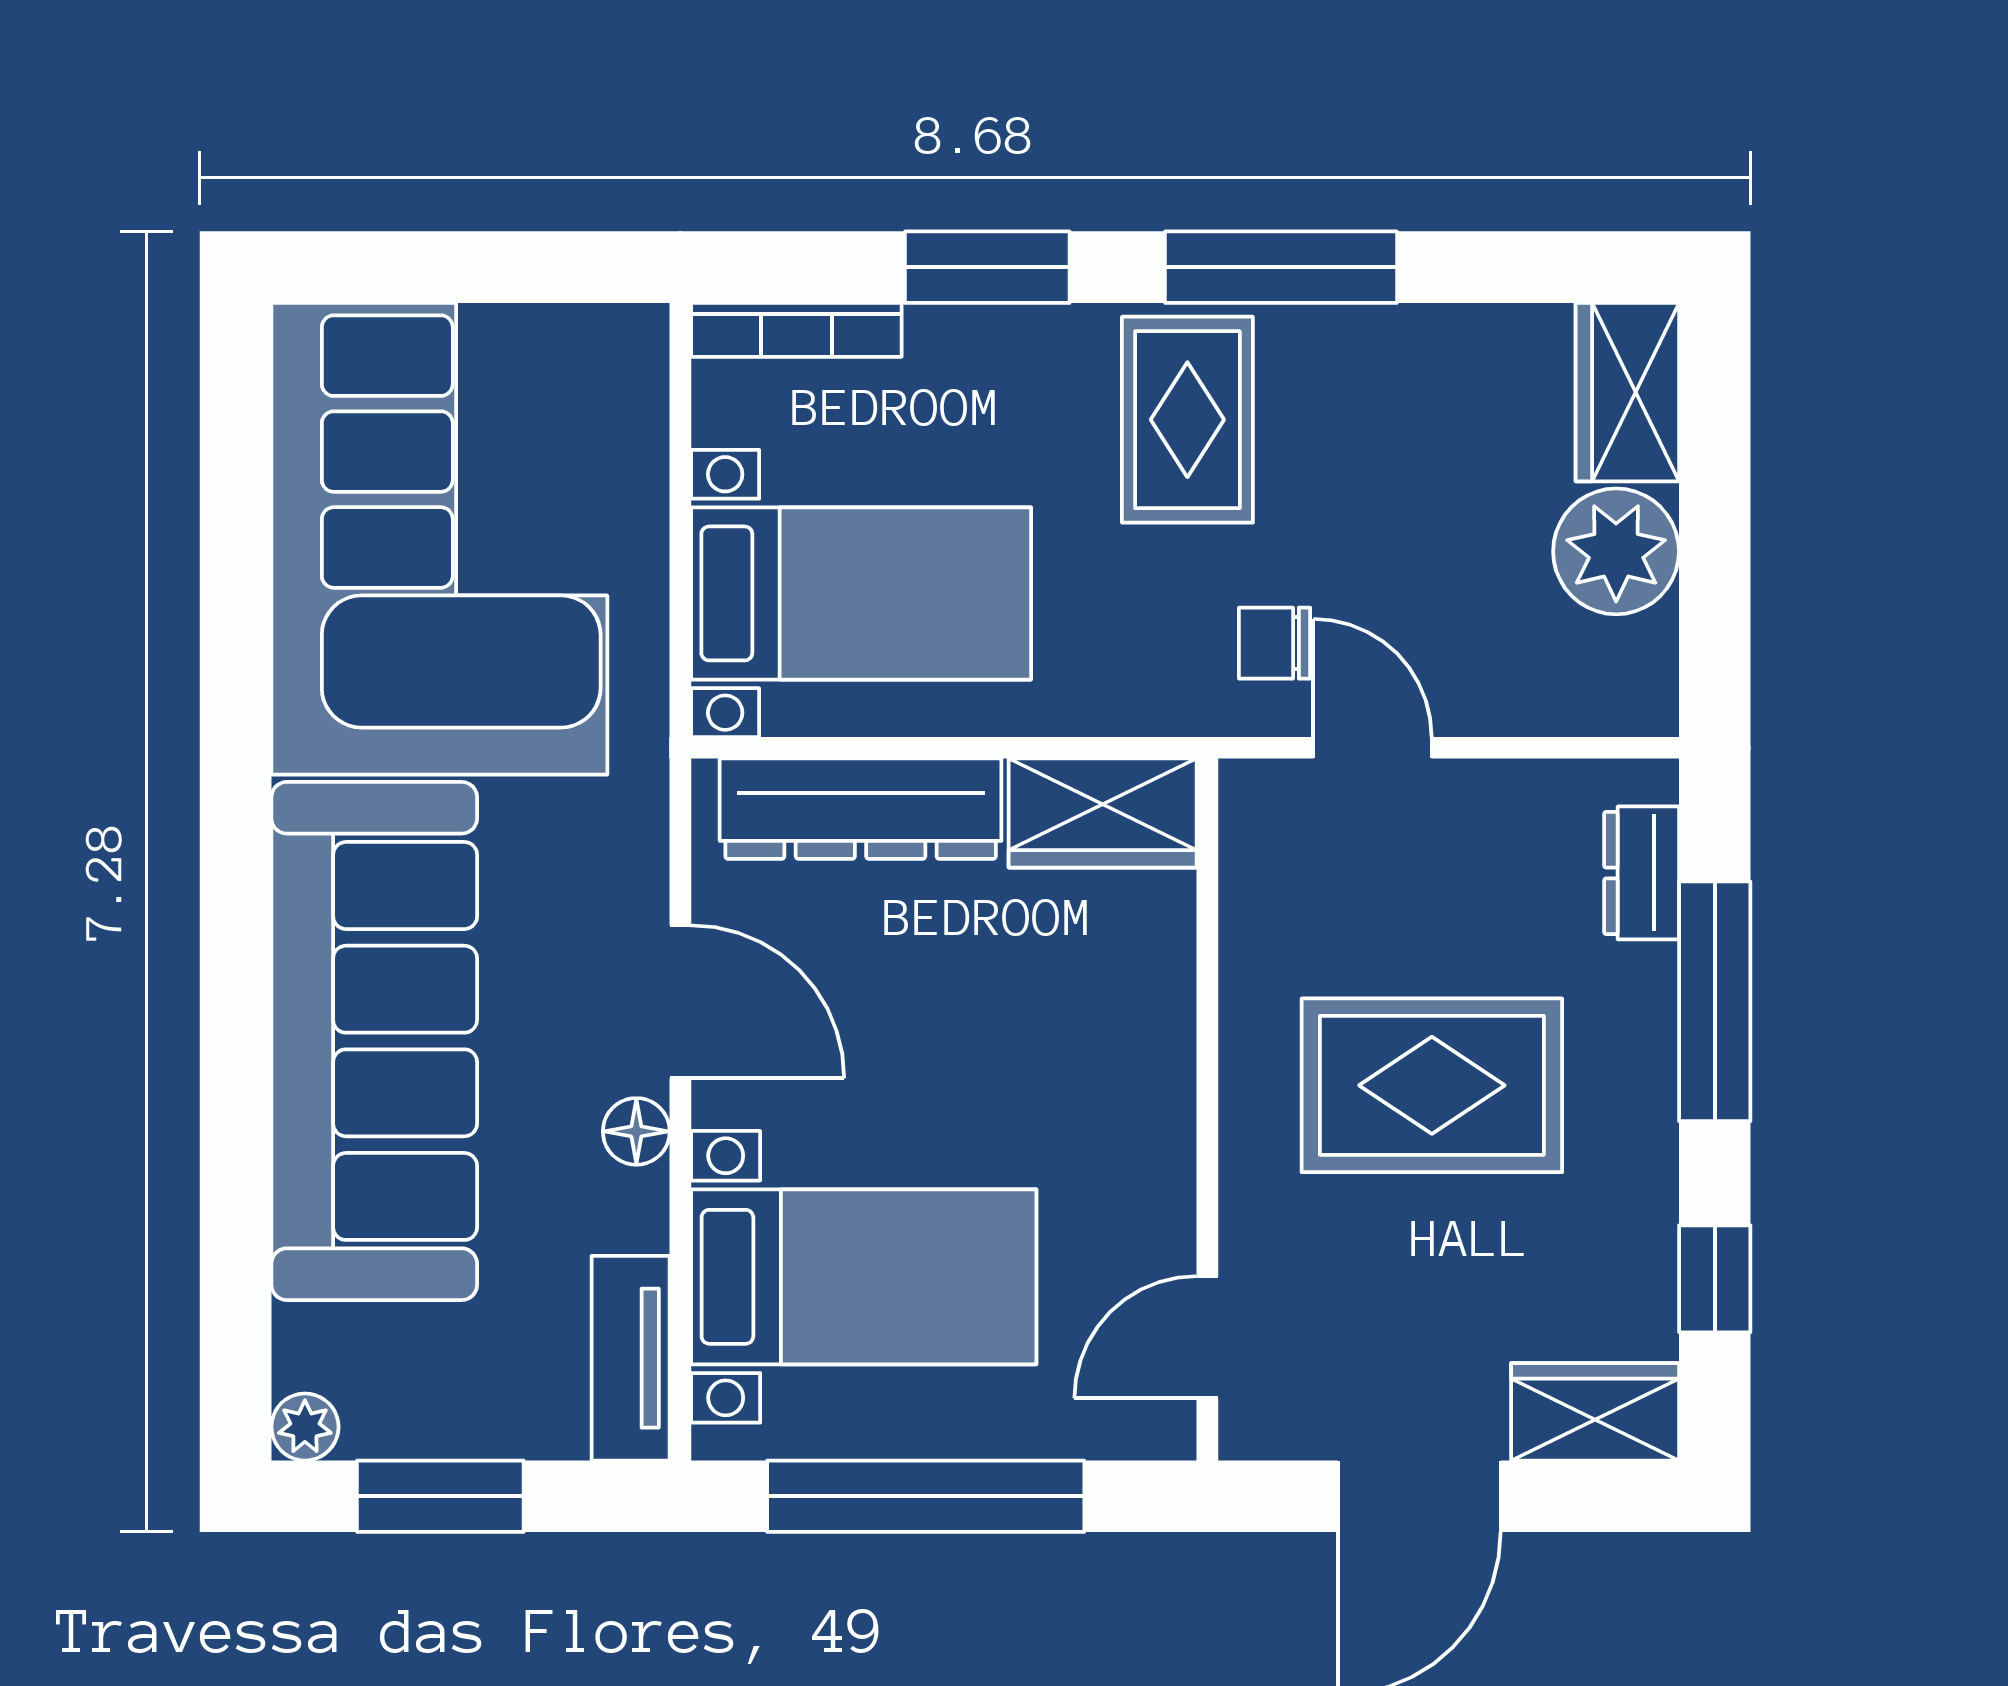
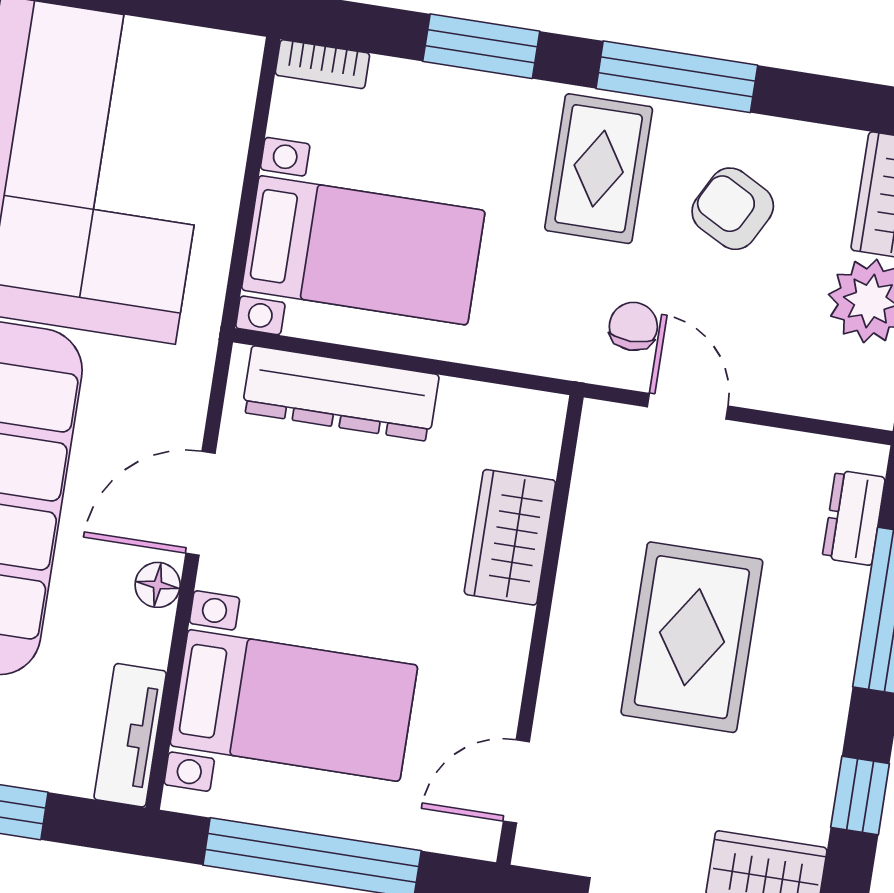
bookcase: (796, 330) -> (322, 64), width x0.64
armchair: (1393, 448) -> (733, 209), added
chair: (1275, 643) -> (633, 326), turned 90
wardrobe: (1103, 813) -> (510, 537), moved, turned 90
door: (680, 1002) -> (200, 503), swing flipped
rug: (1432, 1085) -> (692, 637), turned 90

